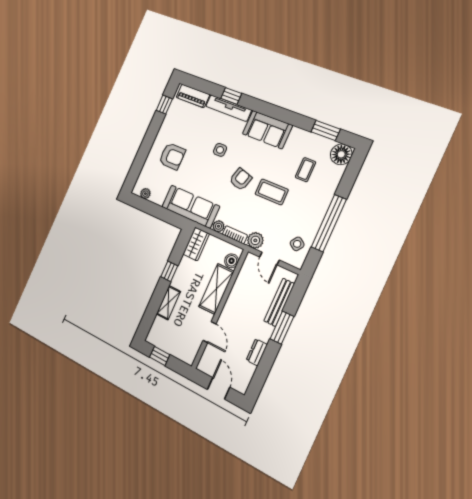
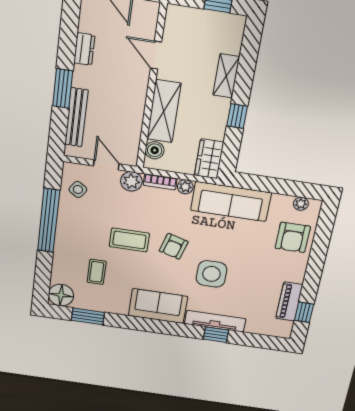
piano: (193, 96) -> (289, 302), moved, turned -90
side table: (220, 150) -> (211, 274), width x1.87, depth x1.87
armchair: (172, 156) -> (293, 237), moved, turned -90

